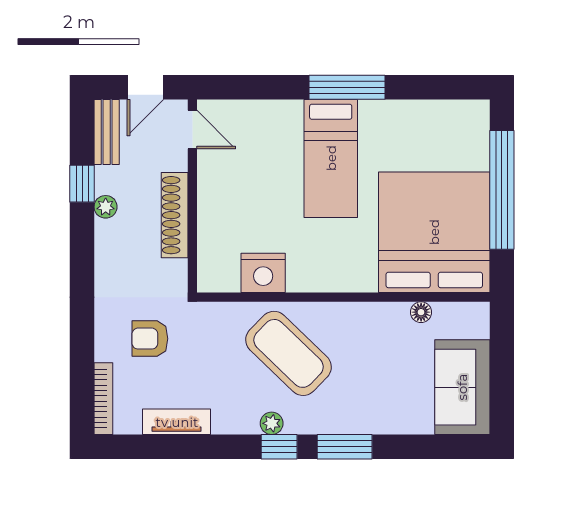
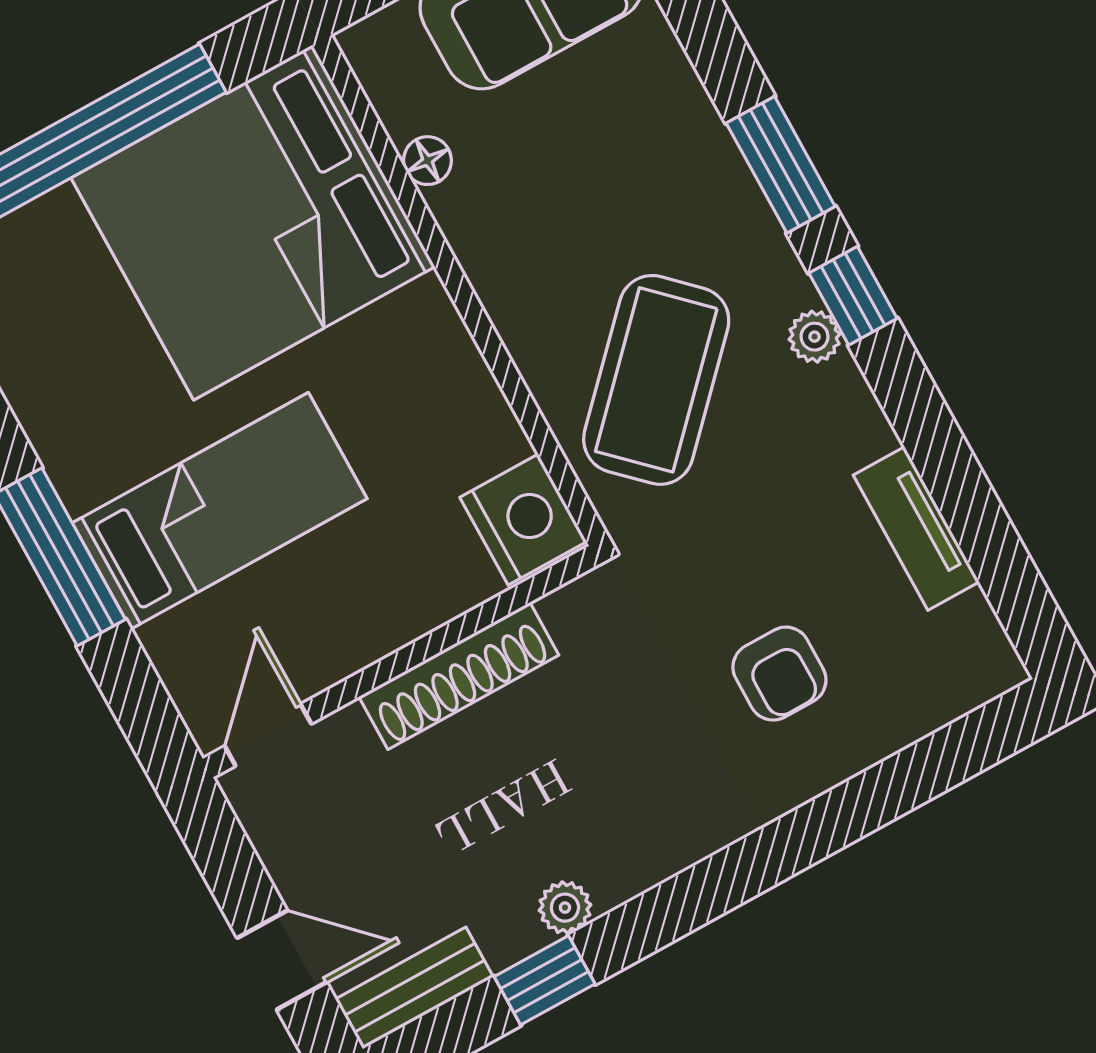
door: (192, 129) -> (268, 735), moved
wall: (192, 196) -> (401, 662), moved
shoe rack: (175, 215) -> (459, 676), moved
bookcase: (103, 399) -> (951, 700), removed

